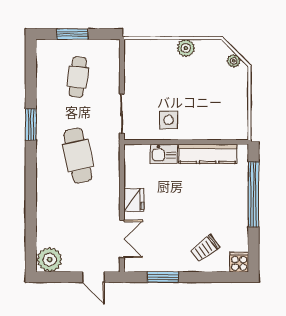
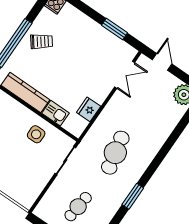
fridge: (134, 200) -> (89, 109), moved
double door: (122, 239) -> (125, 75), swing flipped
trolley: (205, 249) -> (42, 42), moved

